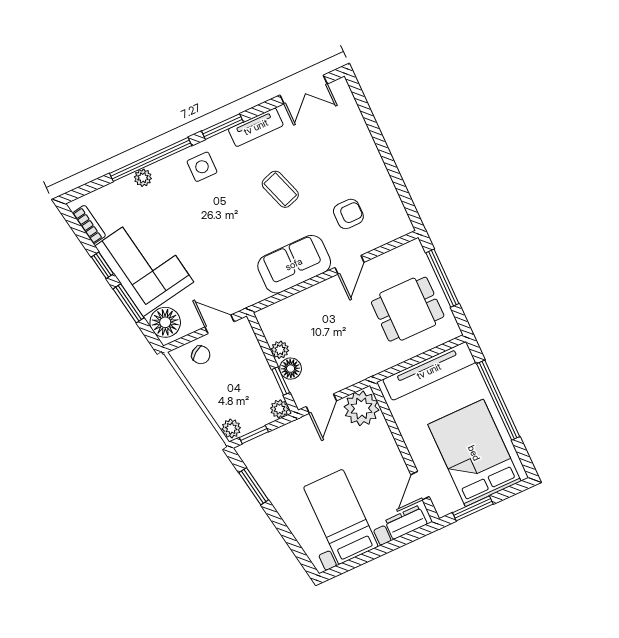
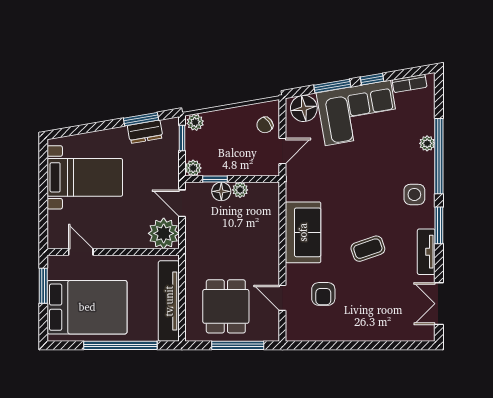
door: (350, 265) -> (282, 298), moved
dresser: (406, 522) -> (145, 132), moved, turned 80

